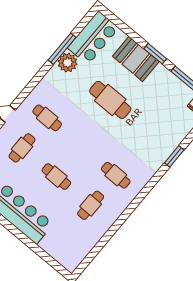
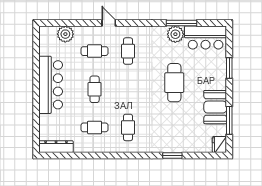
window: (155, 54) -> (229, 68), moved
booth: (136, 59) -> (215, 107), moved
dresser: (79, 254) -> (56, 147), added

